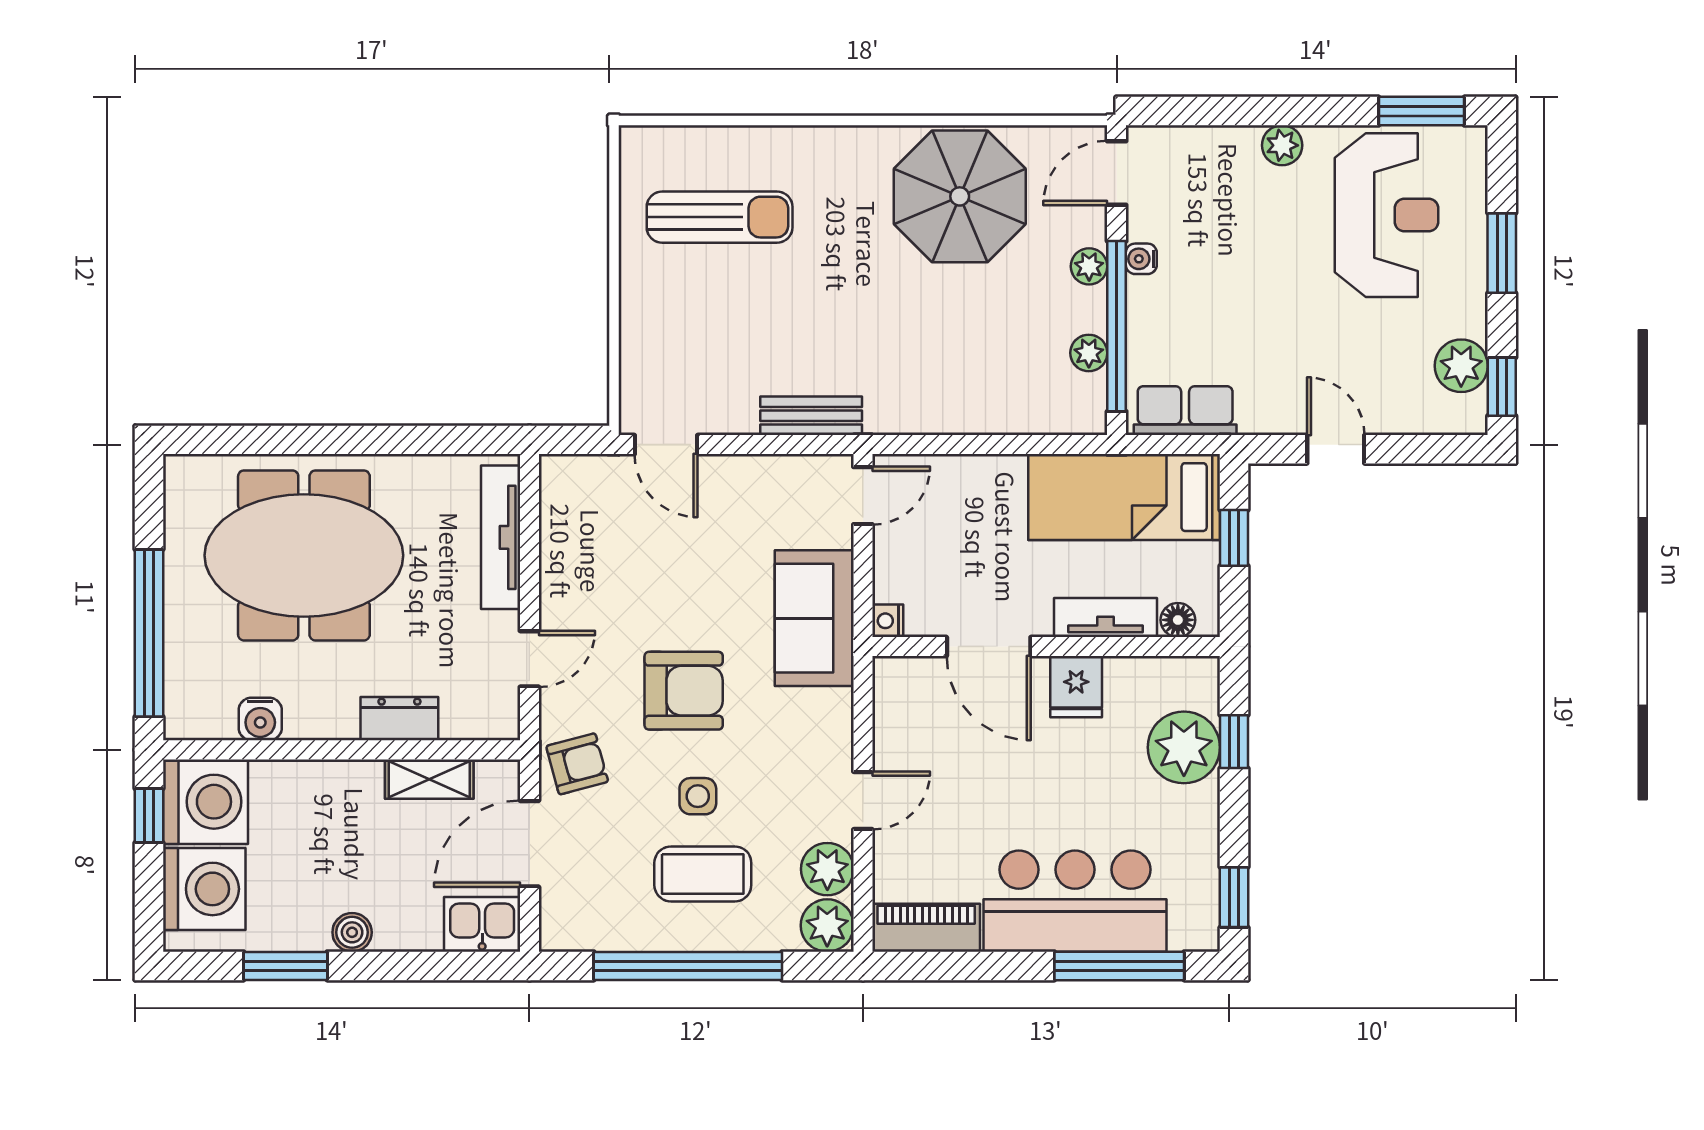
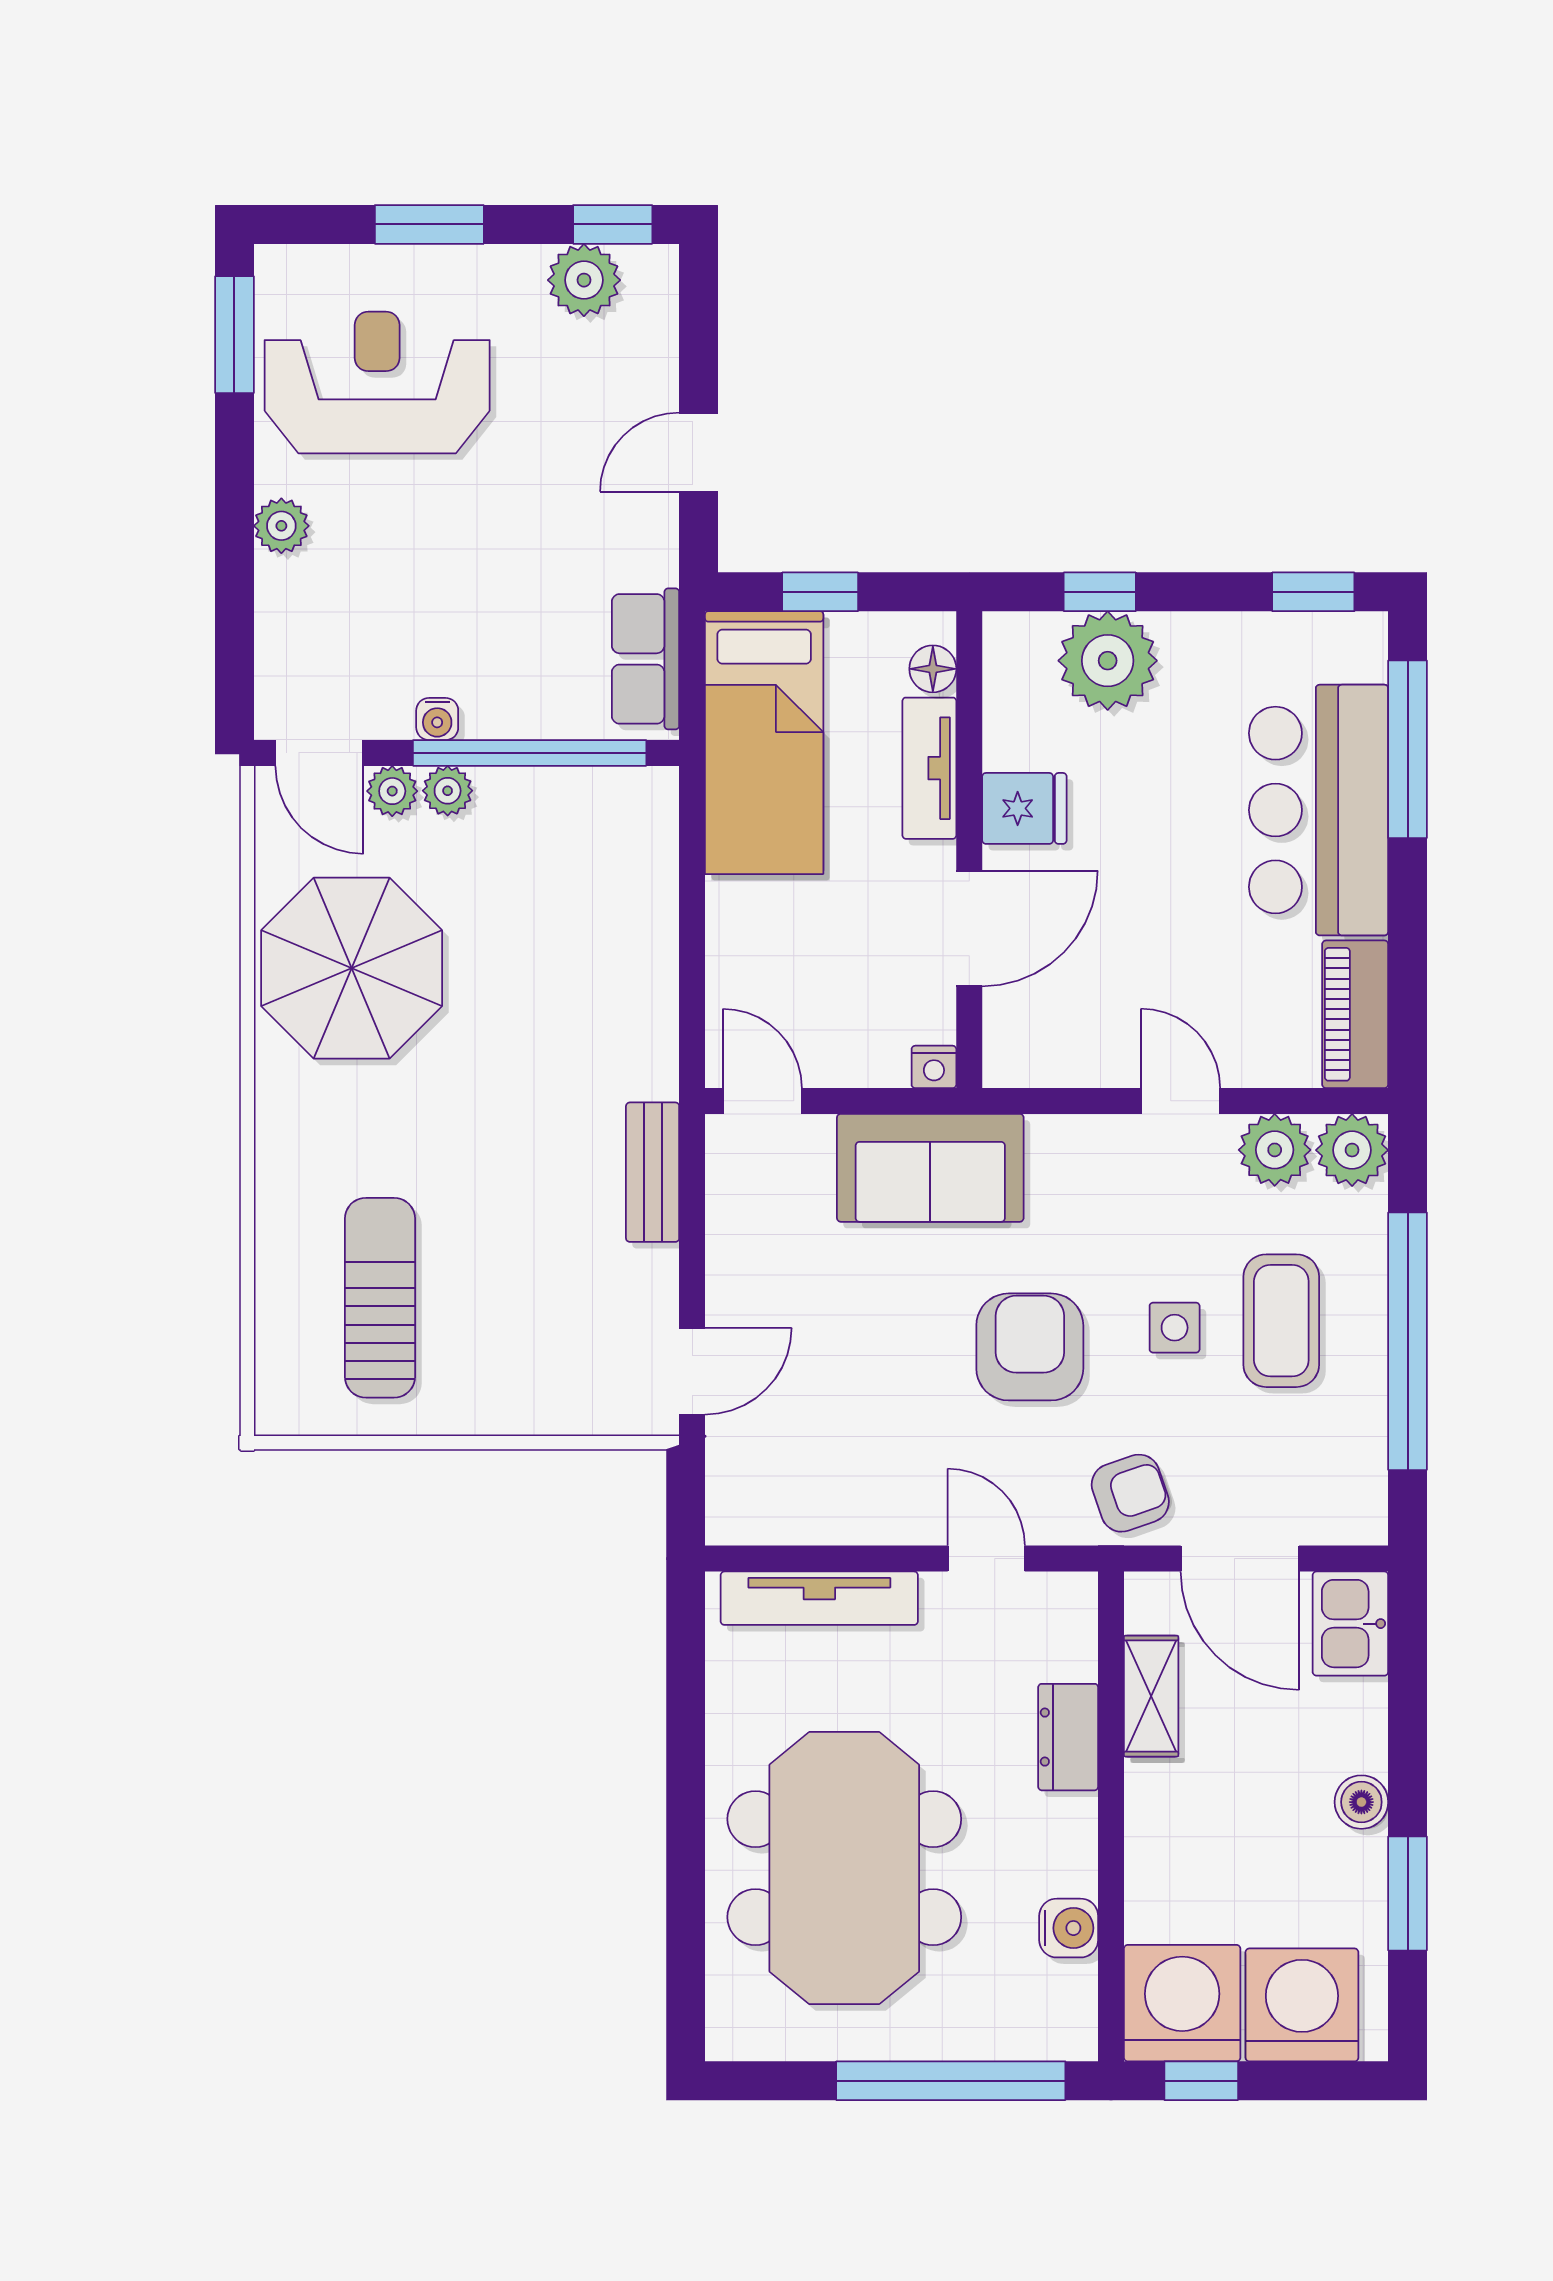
plant: (1089, 353) -> (392, 791), moved
armchair: (577, 764) -> (1130, 1493), turned 86

